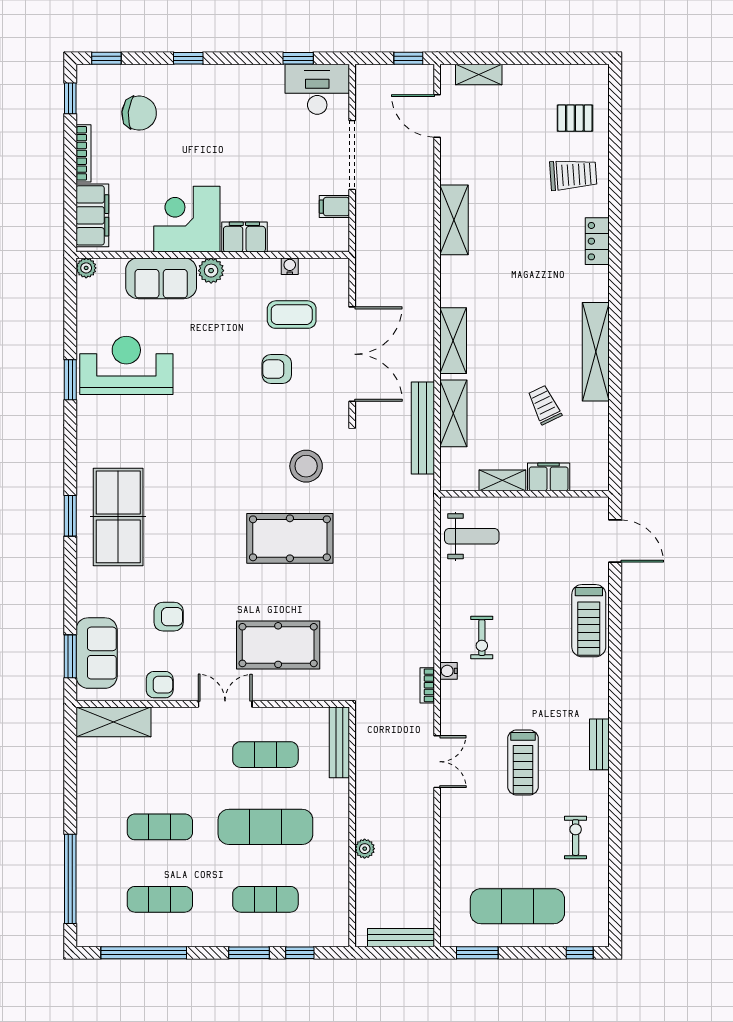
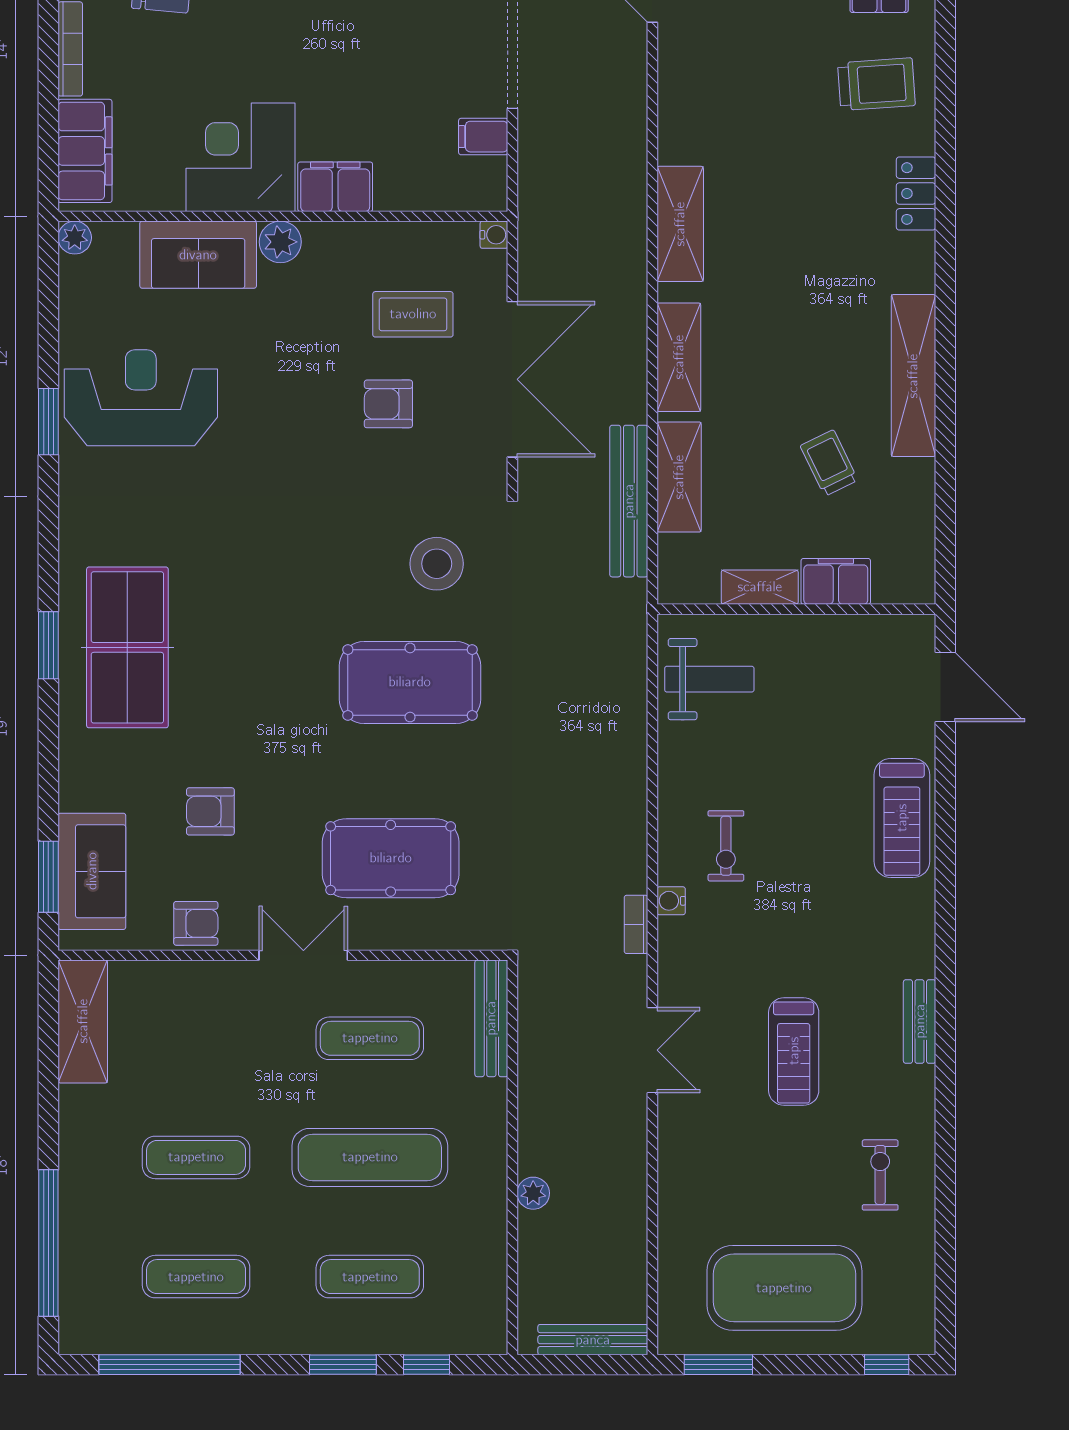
shelving: (454, 220) -> (680, 224), moved
water cooler: (290, 266) -> (494, 235), moved, turned 90
armchair: (169, 617) -> (210, 811), turned 180
shelving: (114, 722) -> (83, 1021), moved, turned 90
exercise mat: (517, 906) -> (784, 1288), width x1.47

